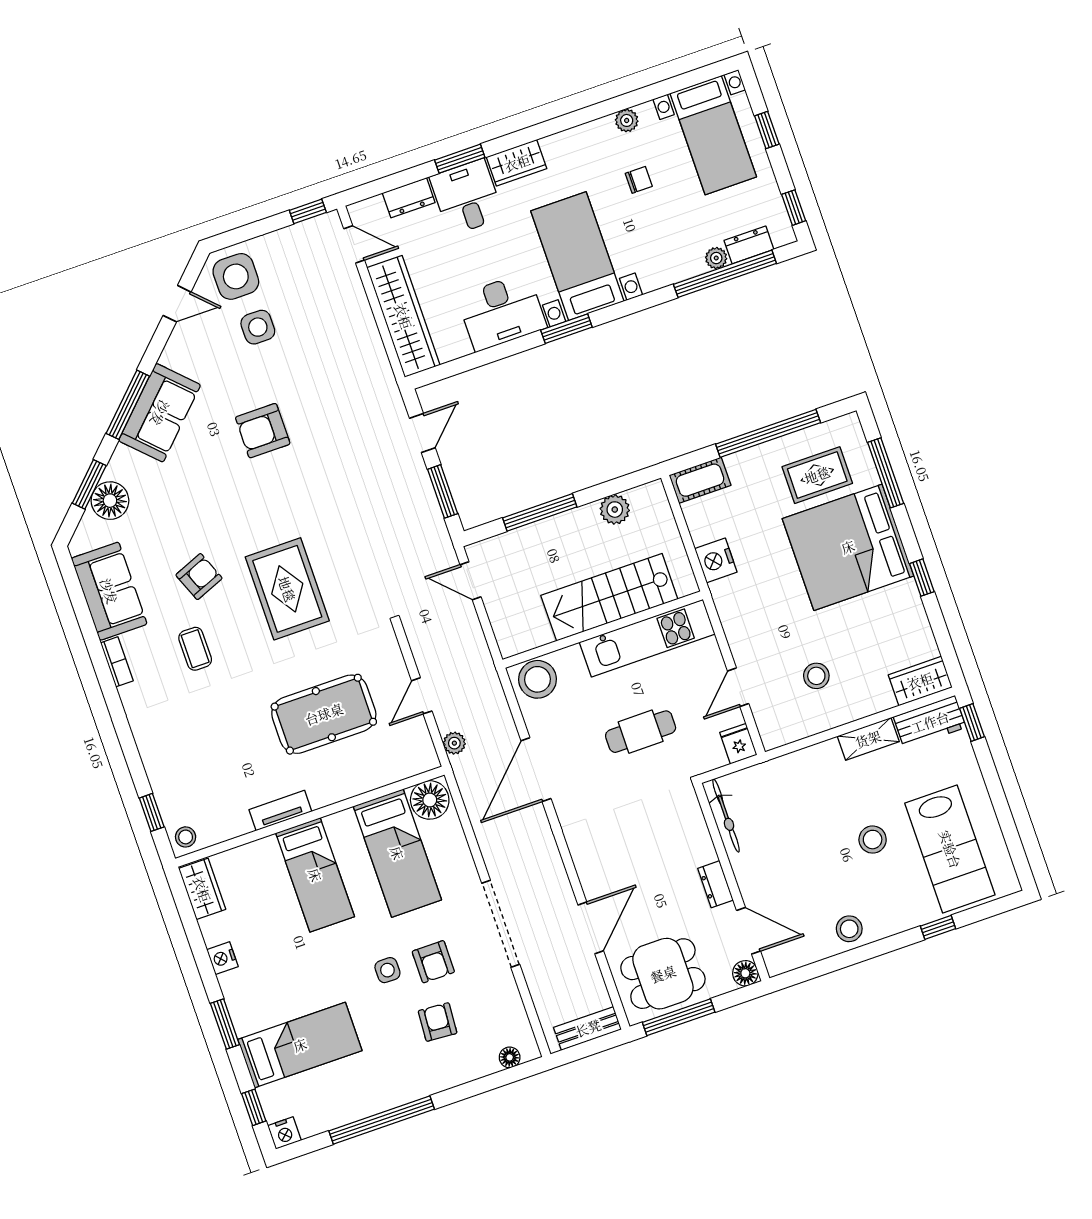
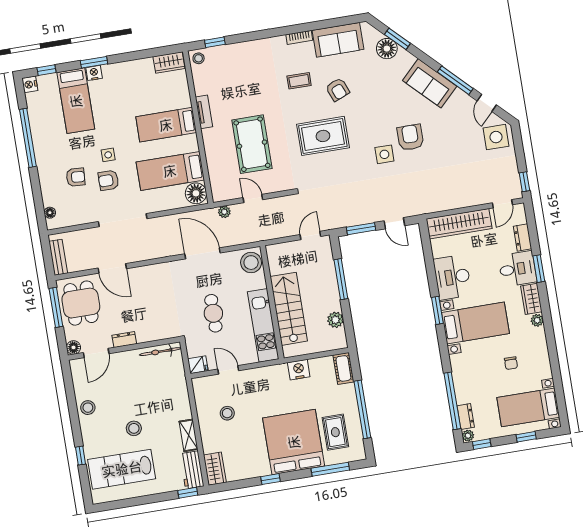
plant: (627, 120) -> (537, 320), moved
plant: (716, 258) -> (468, 436), moved
side table: (258, 327) -> (384, 154), moved
window: (128, 405) -> (455, 80), moved
nightstand: (222, 958) -> (94, 73), moved

